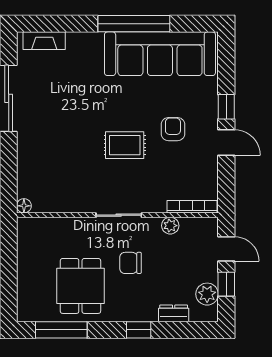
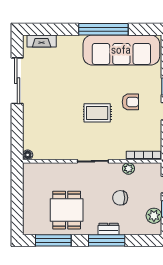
armchair: (173, 129) -> (130, 102), turned 90
chair: (130, 263) -> (120, 198), moved
dresser: (174, 313) -> (109, 229), moved
window: (139, 330) -> (107, 240), width x2.17

